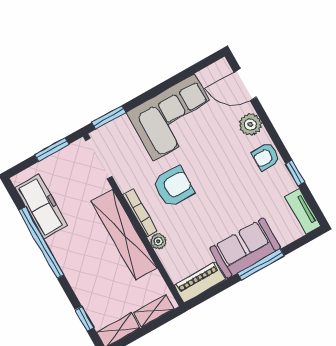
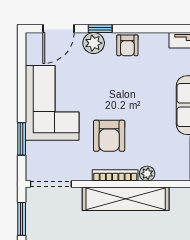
window: (109, 117) -> (22, 139), moved
window: (295, 173) -> (100, 29), moved
armchair: (173, 187) -> (109, 136), turned 180

